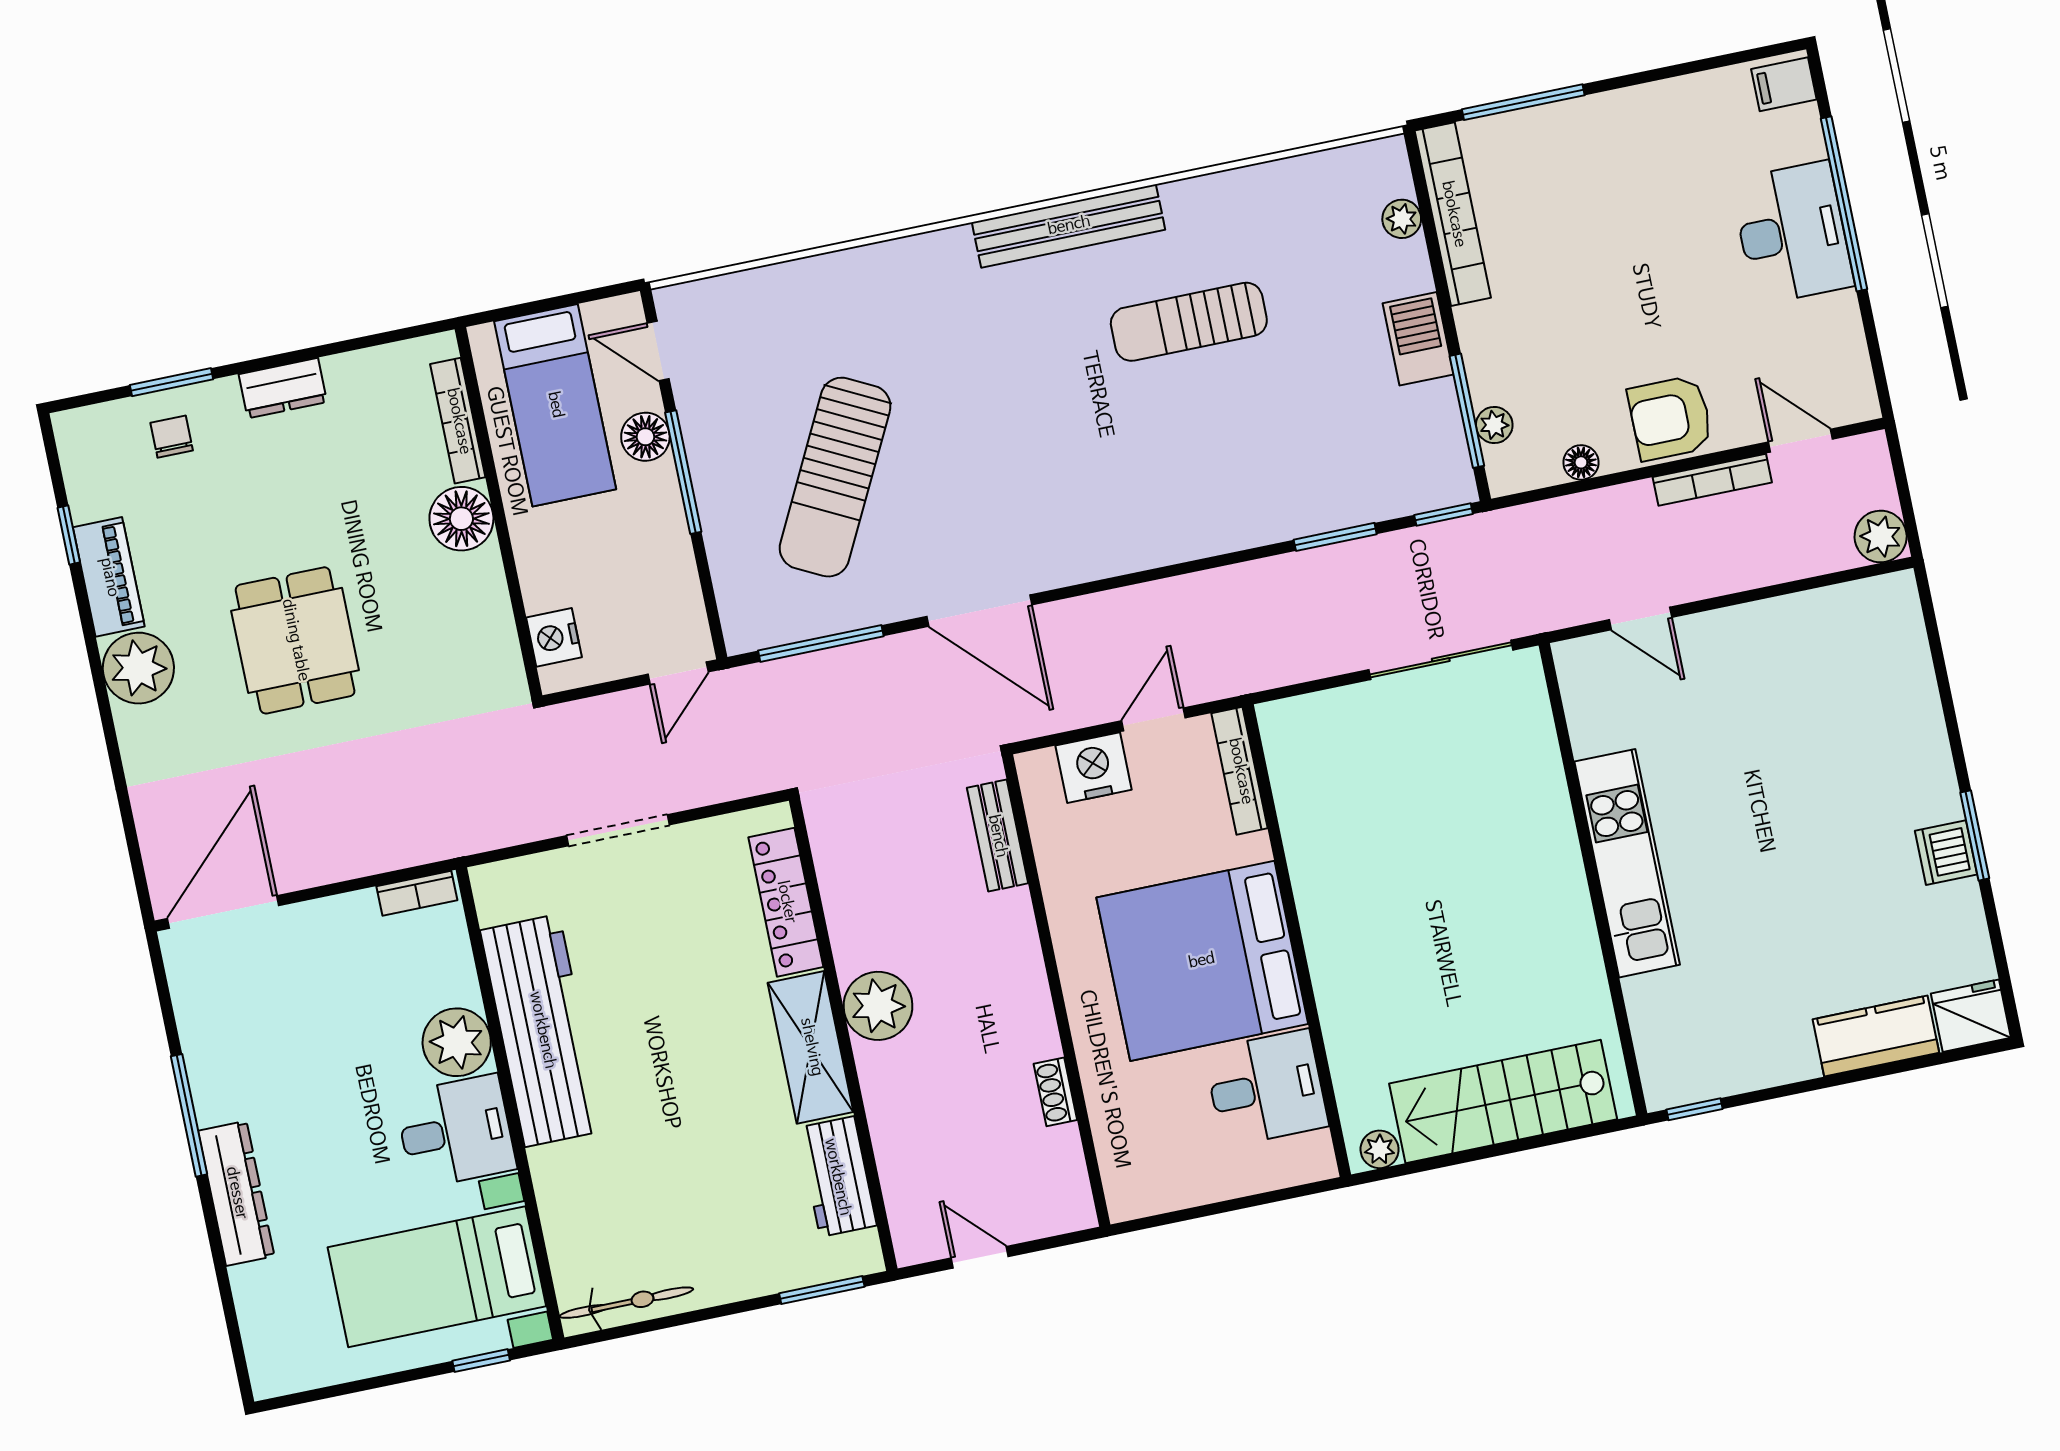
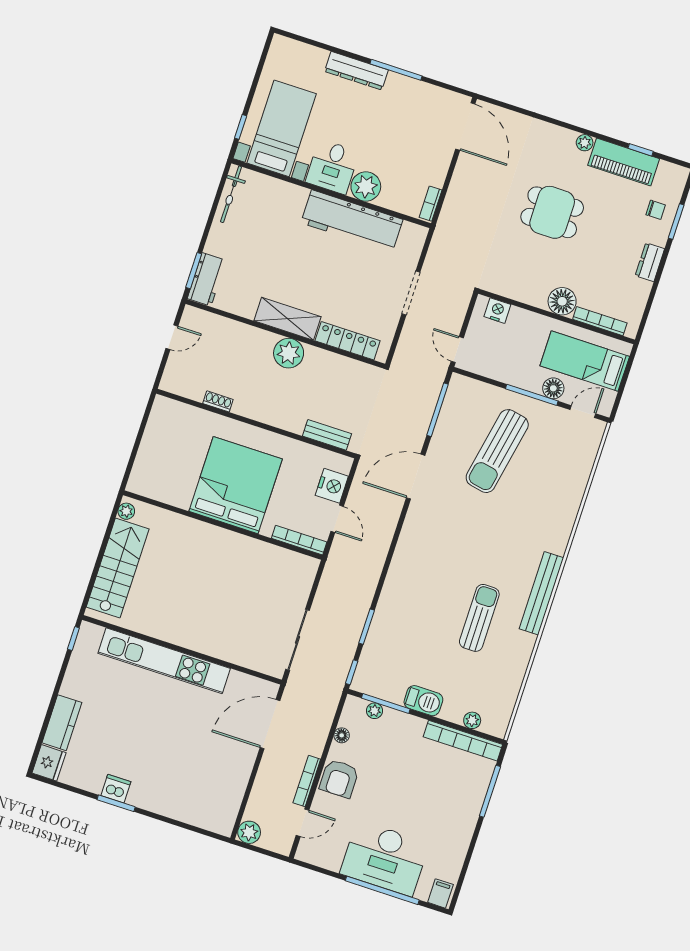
desk: (1792, 233) -> (385, 858), width x1.36, depth x1.30
armchair: (1670, 418) -> (339, 779), turned 180
sun lounger: (835, 477) -> (497, 451), turned -106
piano: (109, 577) -> (624, 162), width x1.37, depth x1.33
door: (1640, 618) -> (270, 724), width x1.87
plant: (138, 668) -> (585, 143), width x0.53, depth x0.53
kitchen unit: (1627, 863) -> (164, 661), width x1.36
desk: (1266, 1088) -> (174, 482), removed
workbench: (837, 1177) -> (207, 279), moved, turned 90

